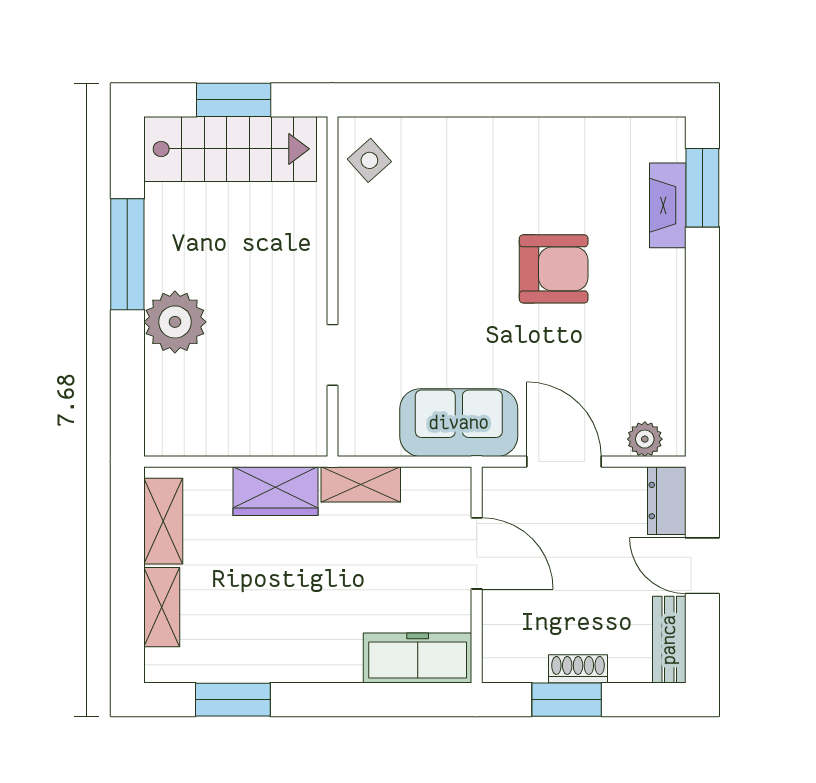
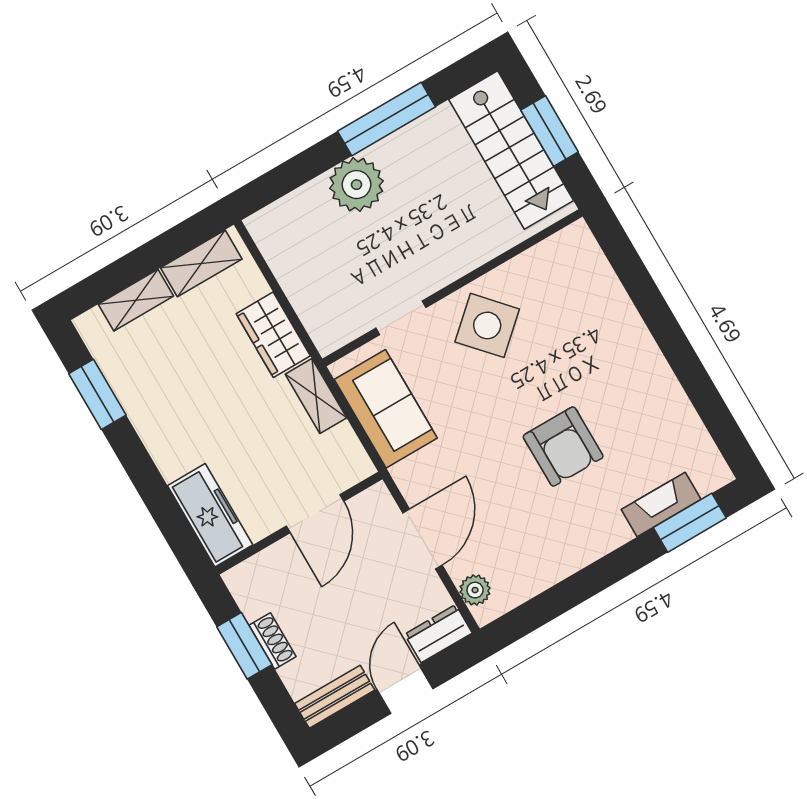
side table: (369, 160) -> (487, 325), moved, width x1.87, depth x1.87
sofa: (459, 423) -> (386, 409), moved

